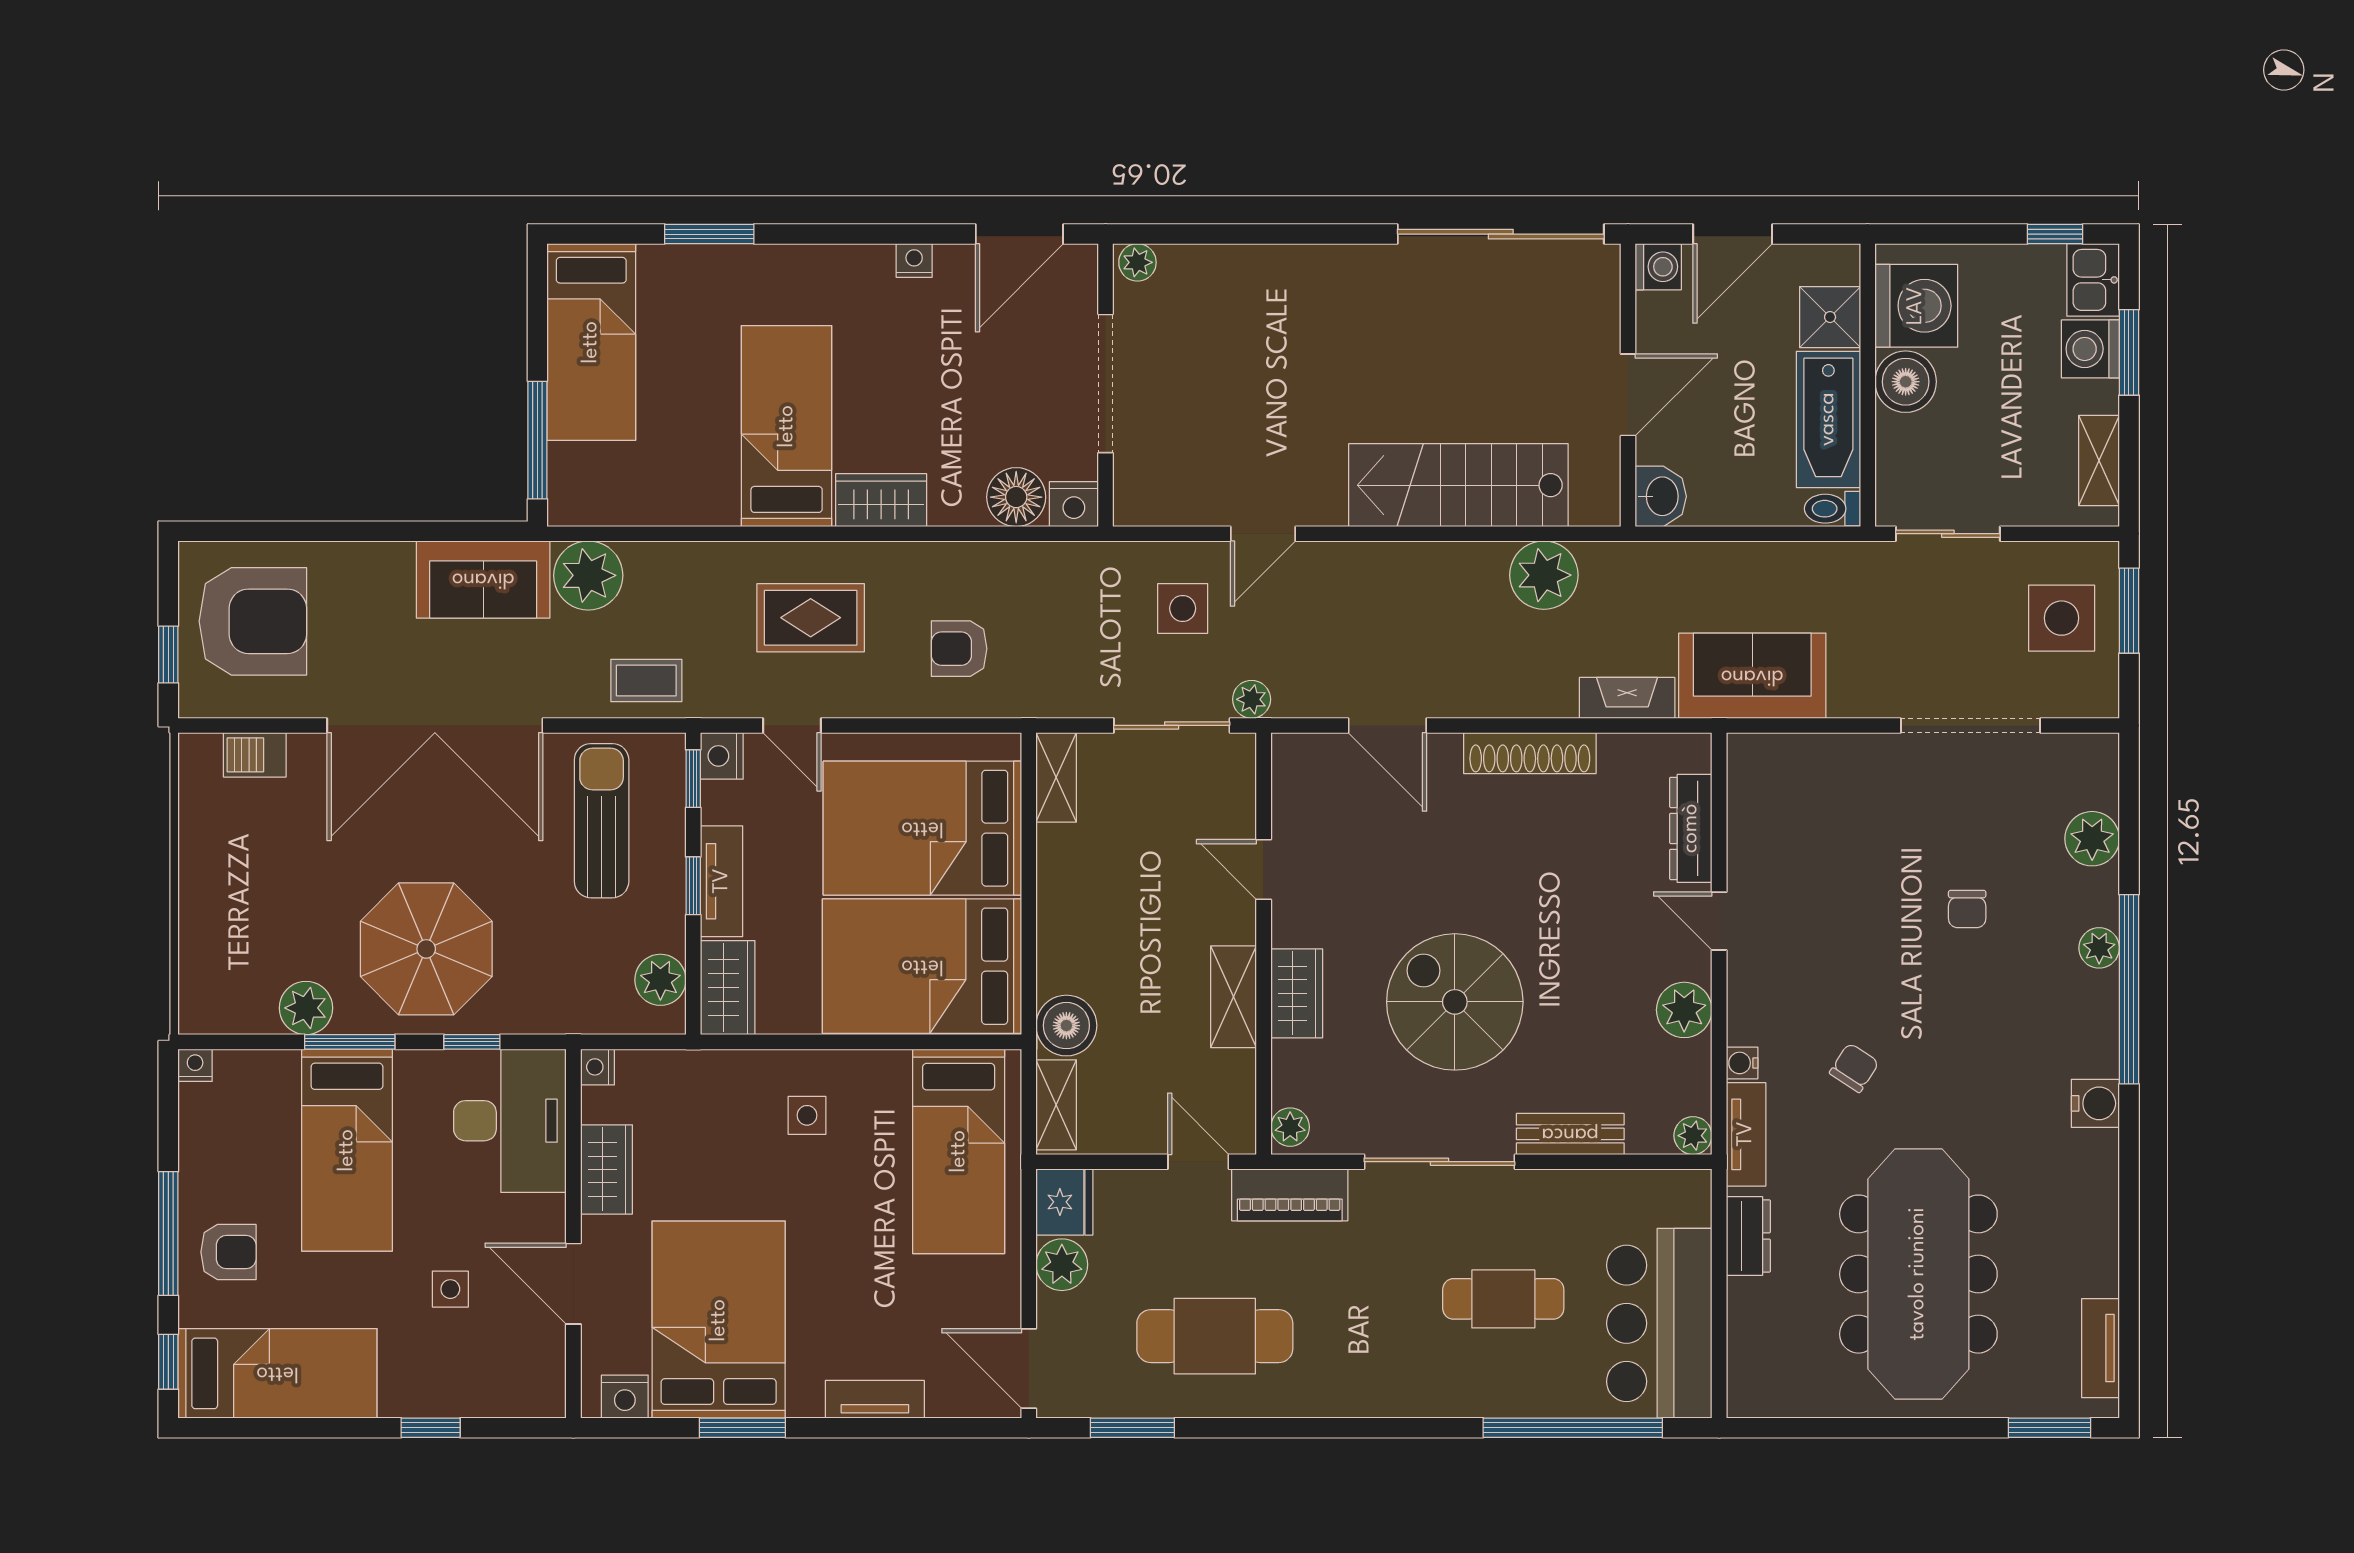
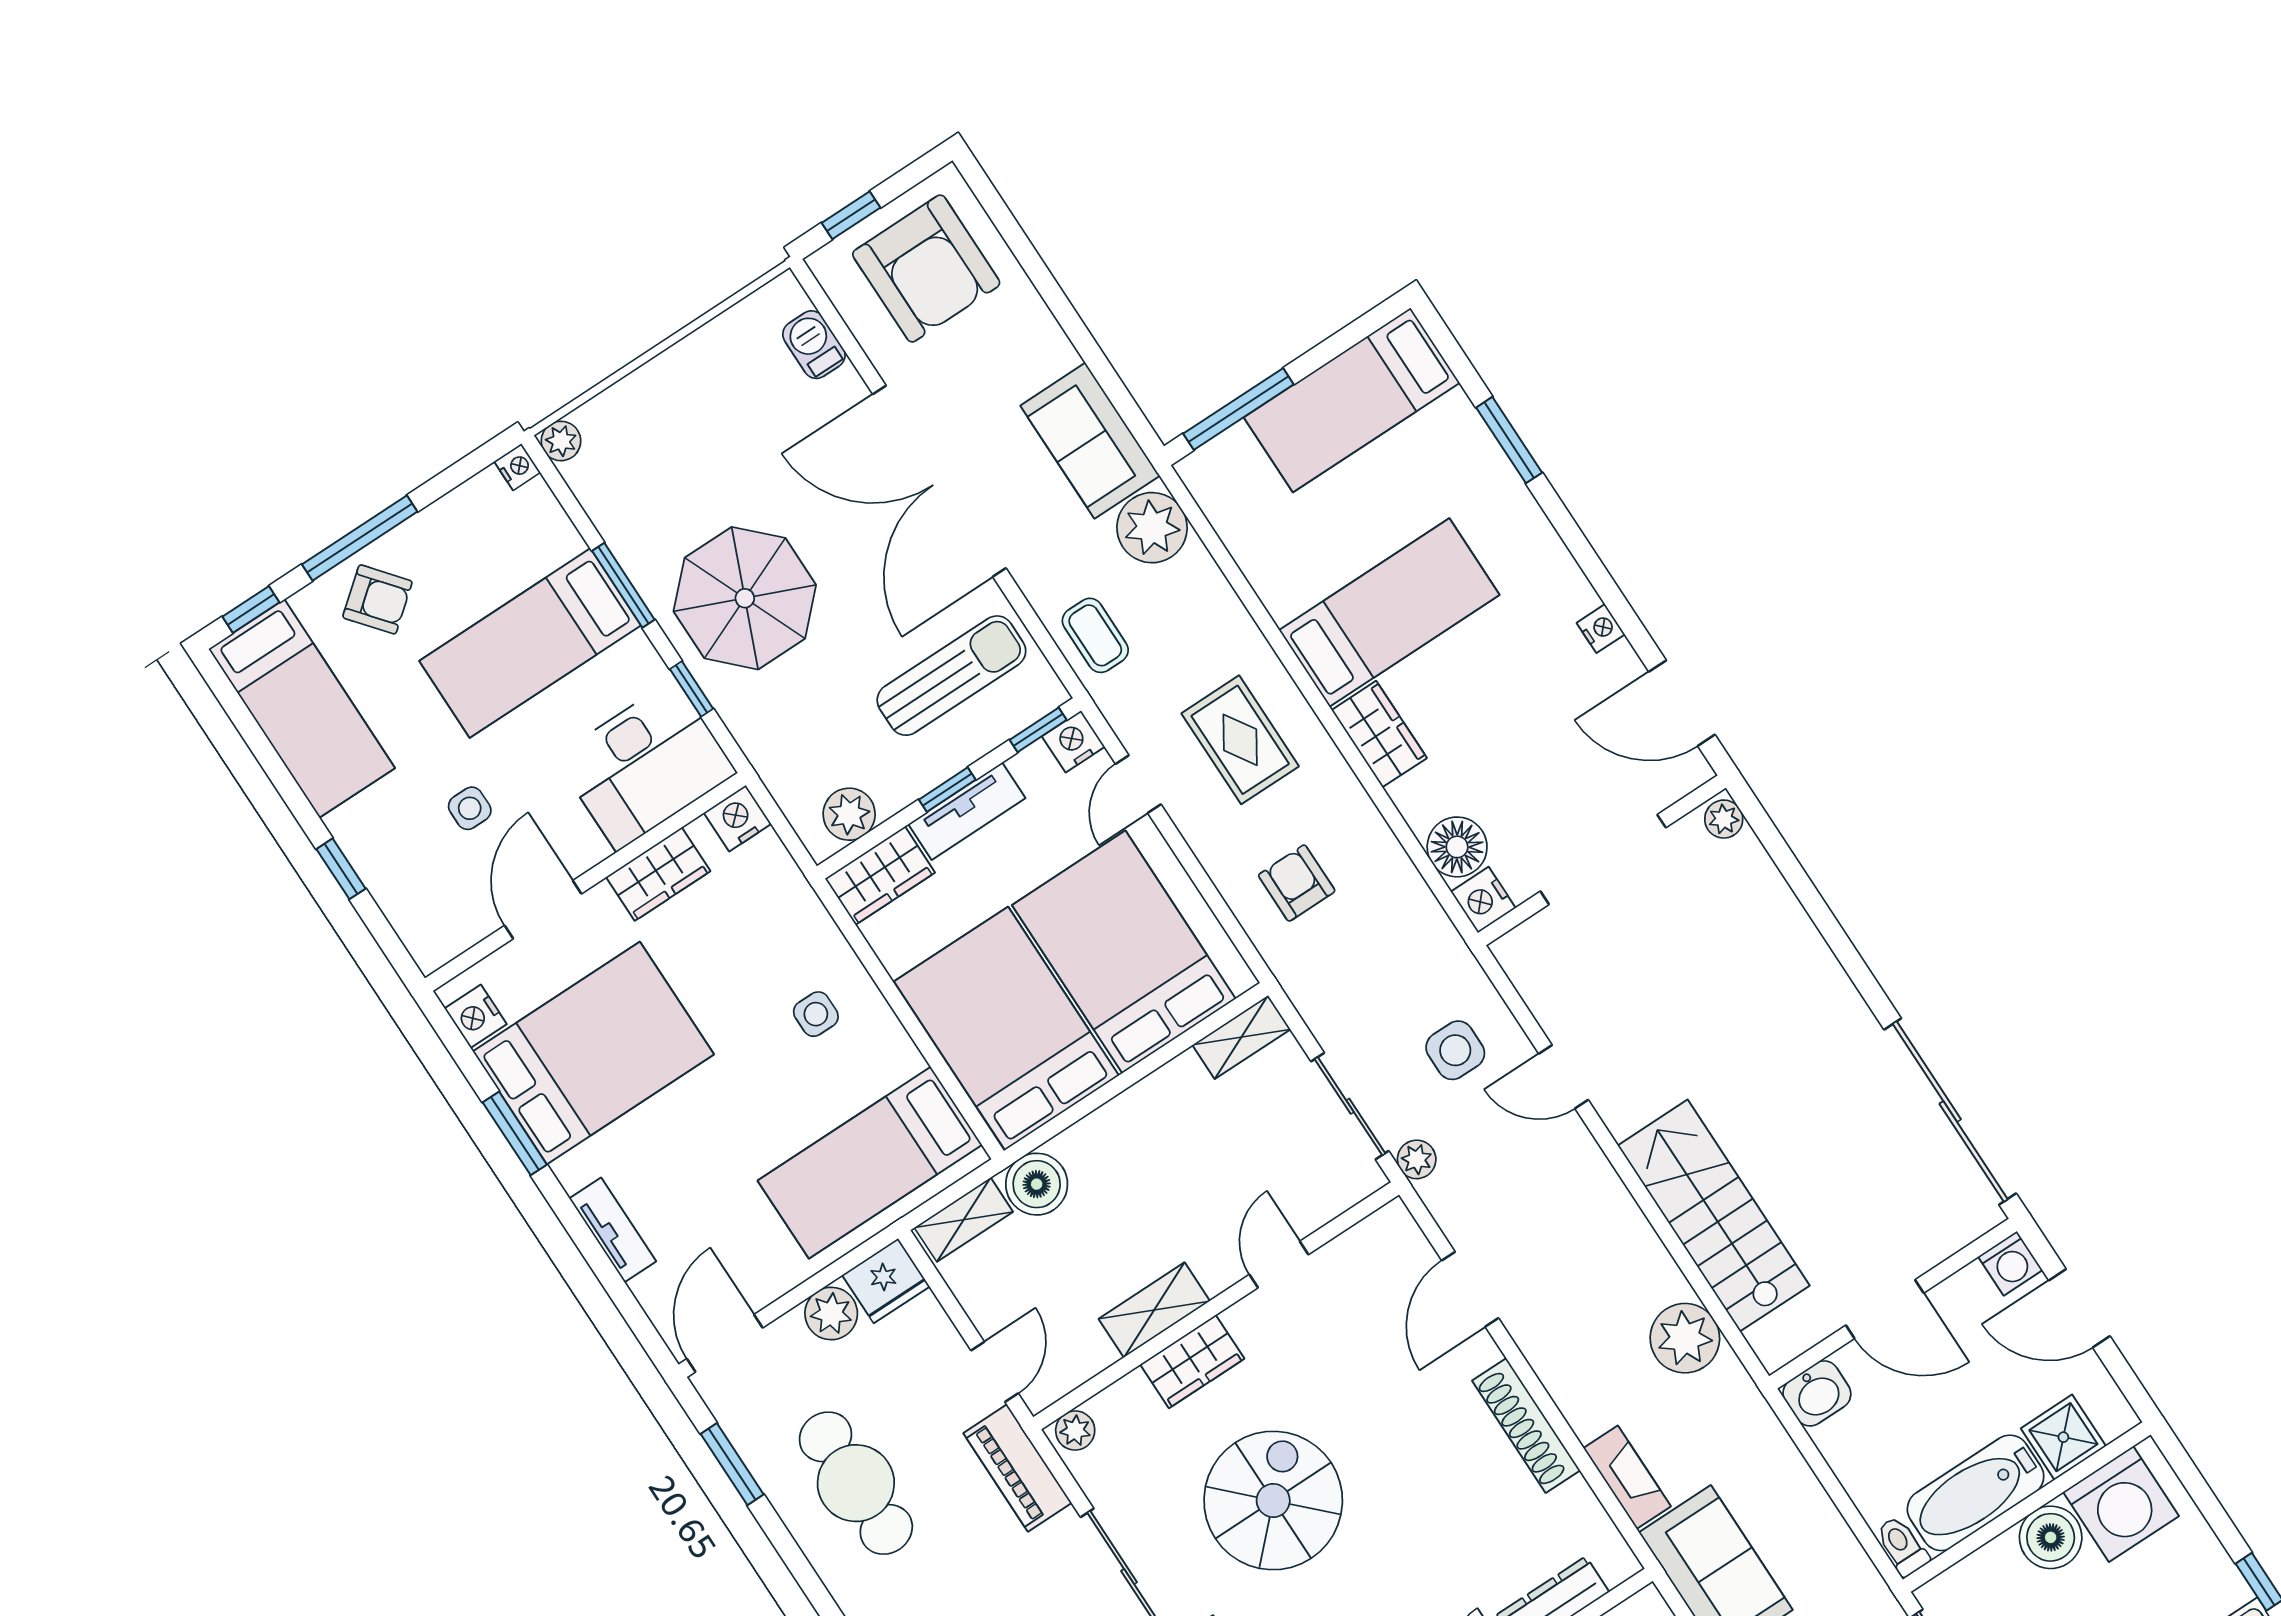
plant: (306, 1008) -> (561, 441), moved, width x0.73, depth x0.73
nightstand: (597, 1067) -> (738, 818), width x1.39, depth x1.35
armchair: (228, 1252) -> (377, 599), turned -39

